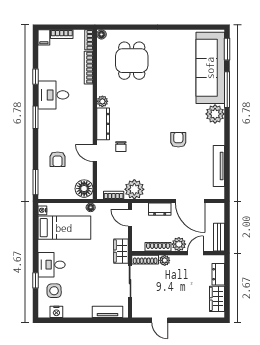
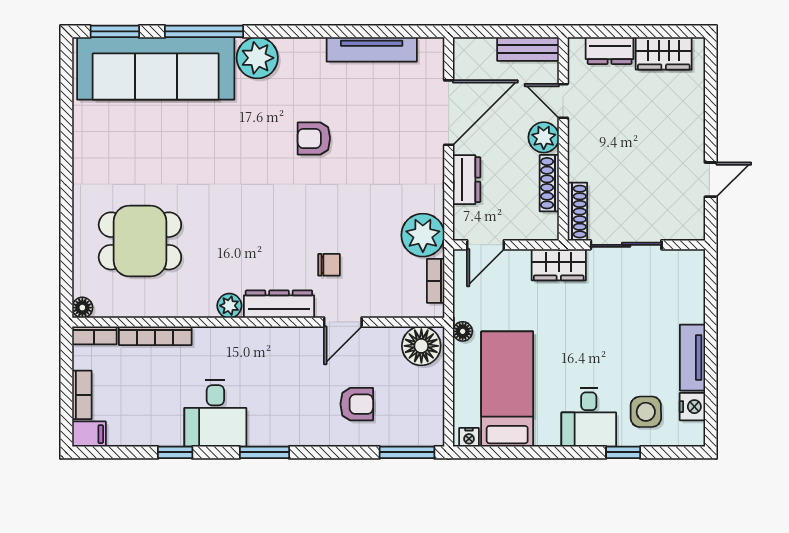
plant: (165, 260) -> (579, 169), removed
tv unit: (108, 312) -> (692, 358), moved

